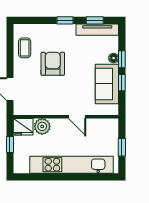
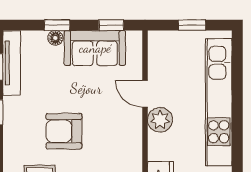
window: (122, 83) -> (111, 25), moved
door: (77, 117) -> (145, 94), swing flipped
plant: (42, 126) -> (160, 120), moved

